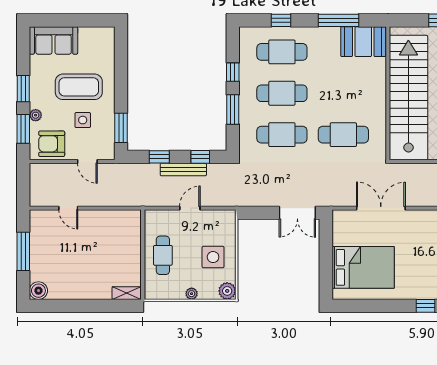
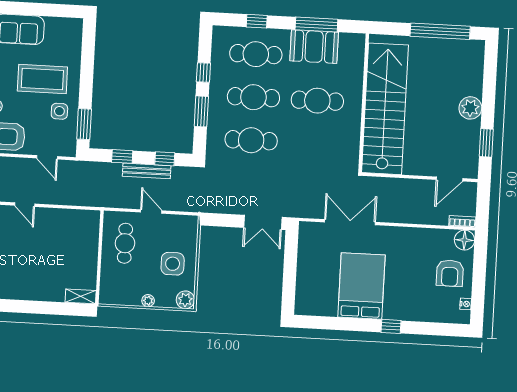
booth: (363, 42) -> (314, 47), moved
side table: (83, 120) -> (59, 111), moved
cafe table: (343, 135) -> (317, 101), moved
door: (190, 208) -> (151, 211), hinge flipped
cafe table: (163, 255) -> (125, 243), moved
bed: (363, 267) -> (362, 286), moved, turned -90

